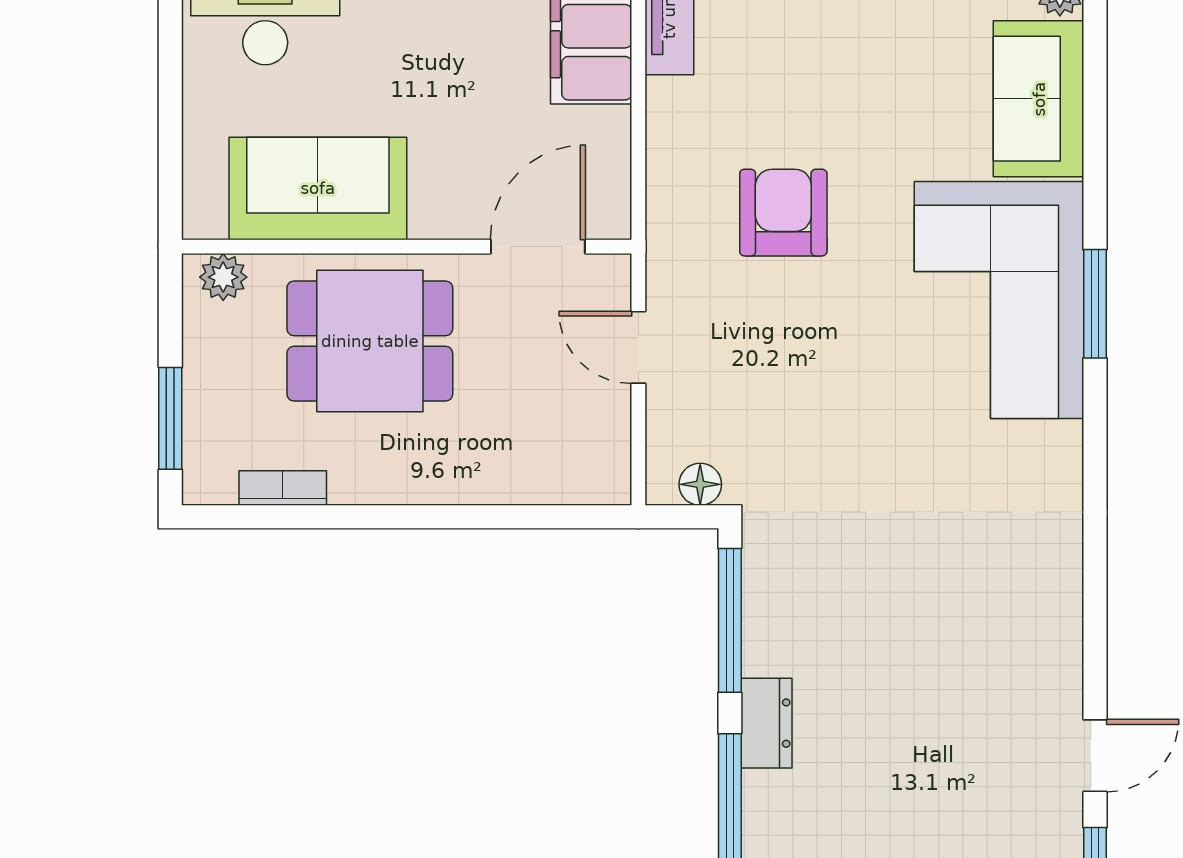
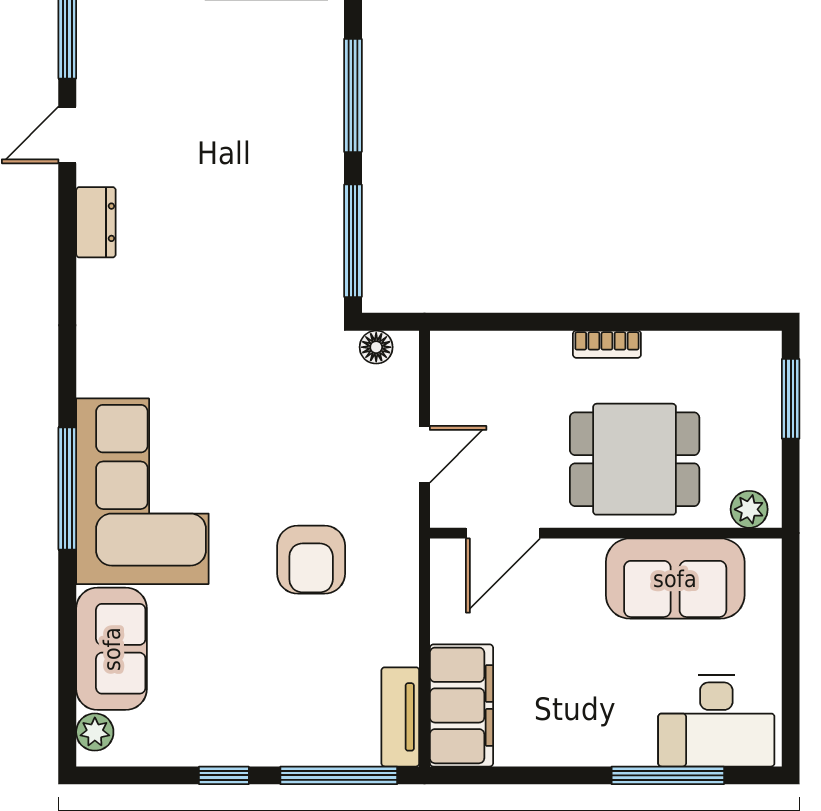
window: (1095, 304) -> (67, 488), width x1.44
door: (638, 347) -> (425, 454), hinge flipped
bookcase: (283, 488) -> (607, 344), moved
dresser: (766, 723) -> (96, 222), moved, turned 180

